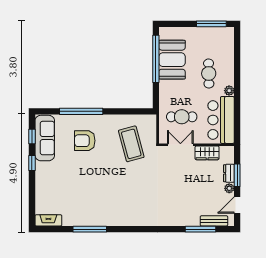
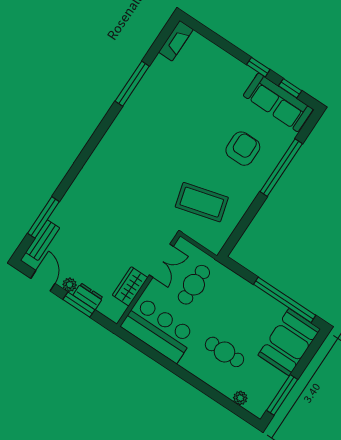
booth: (172, 60) -> (289, 342), moved, turned 90
plant: (229, 91) -> (240, 398), moved

